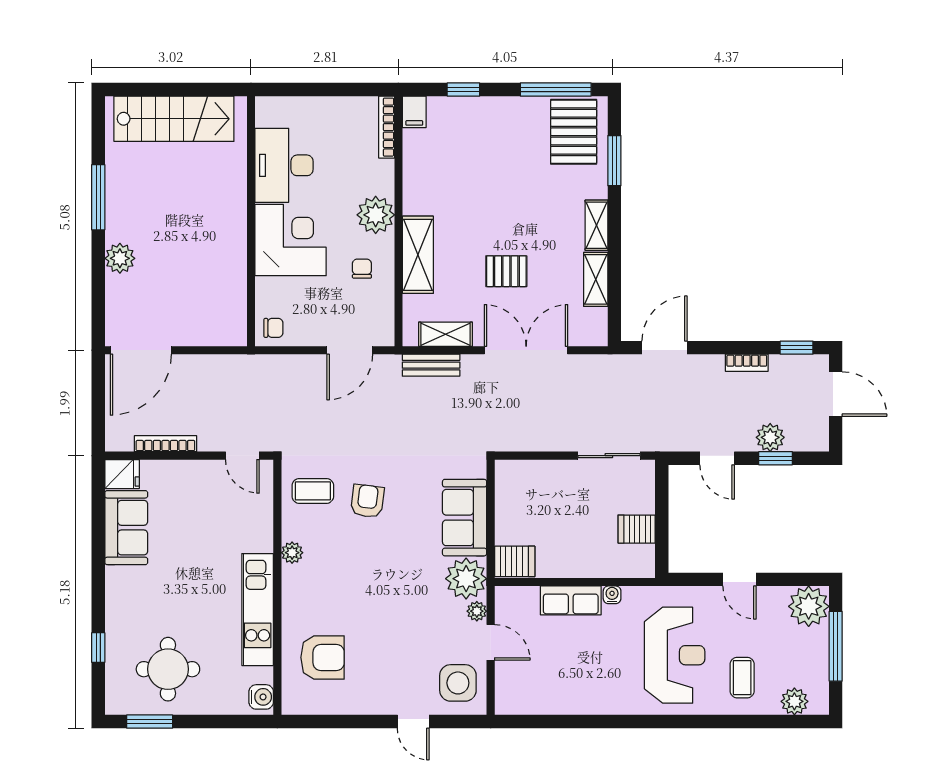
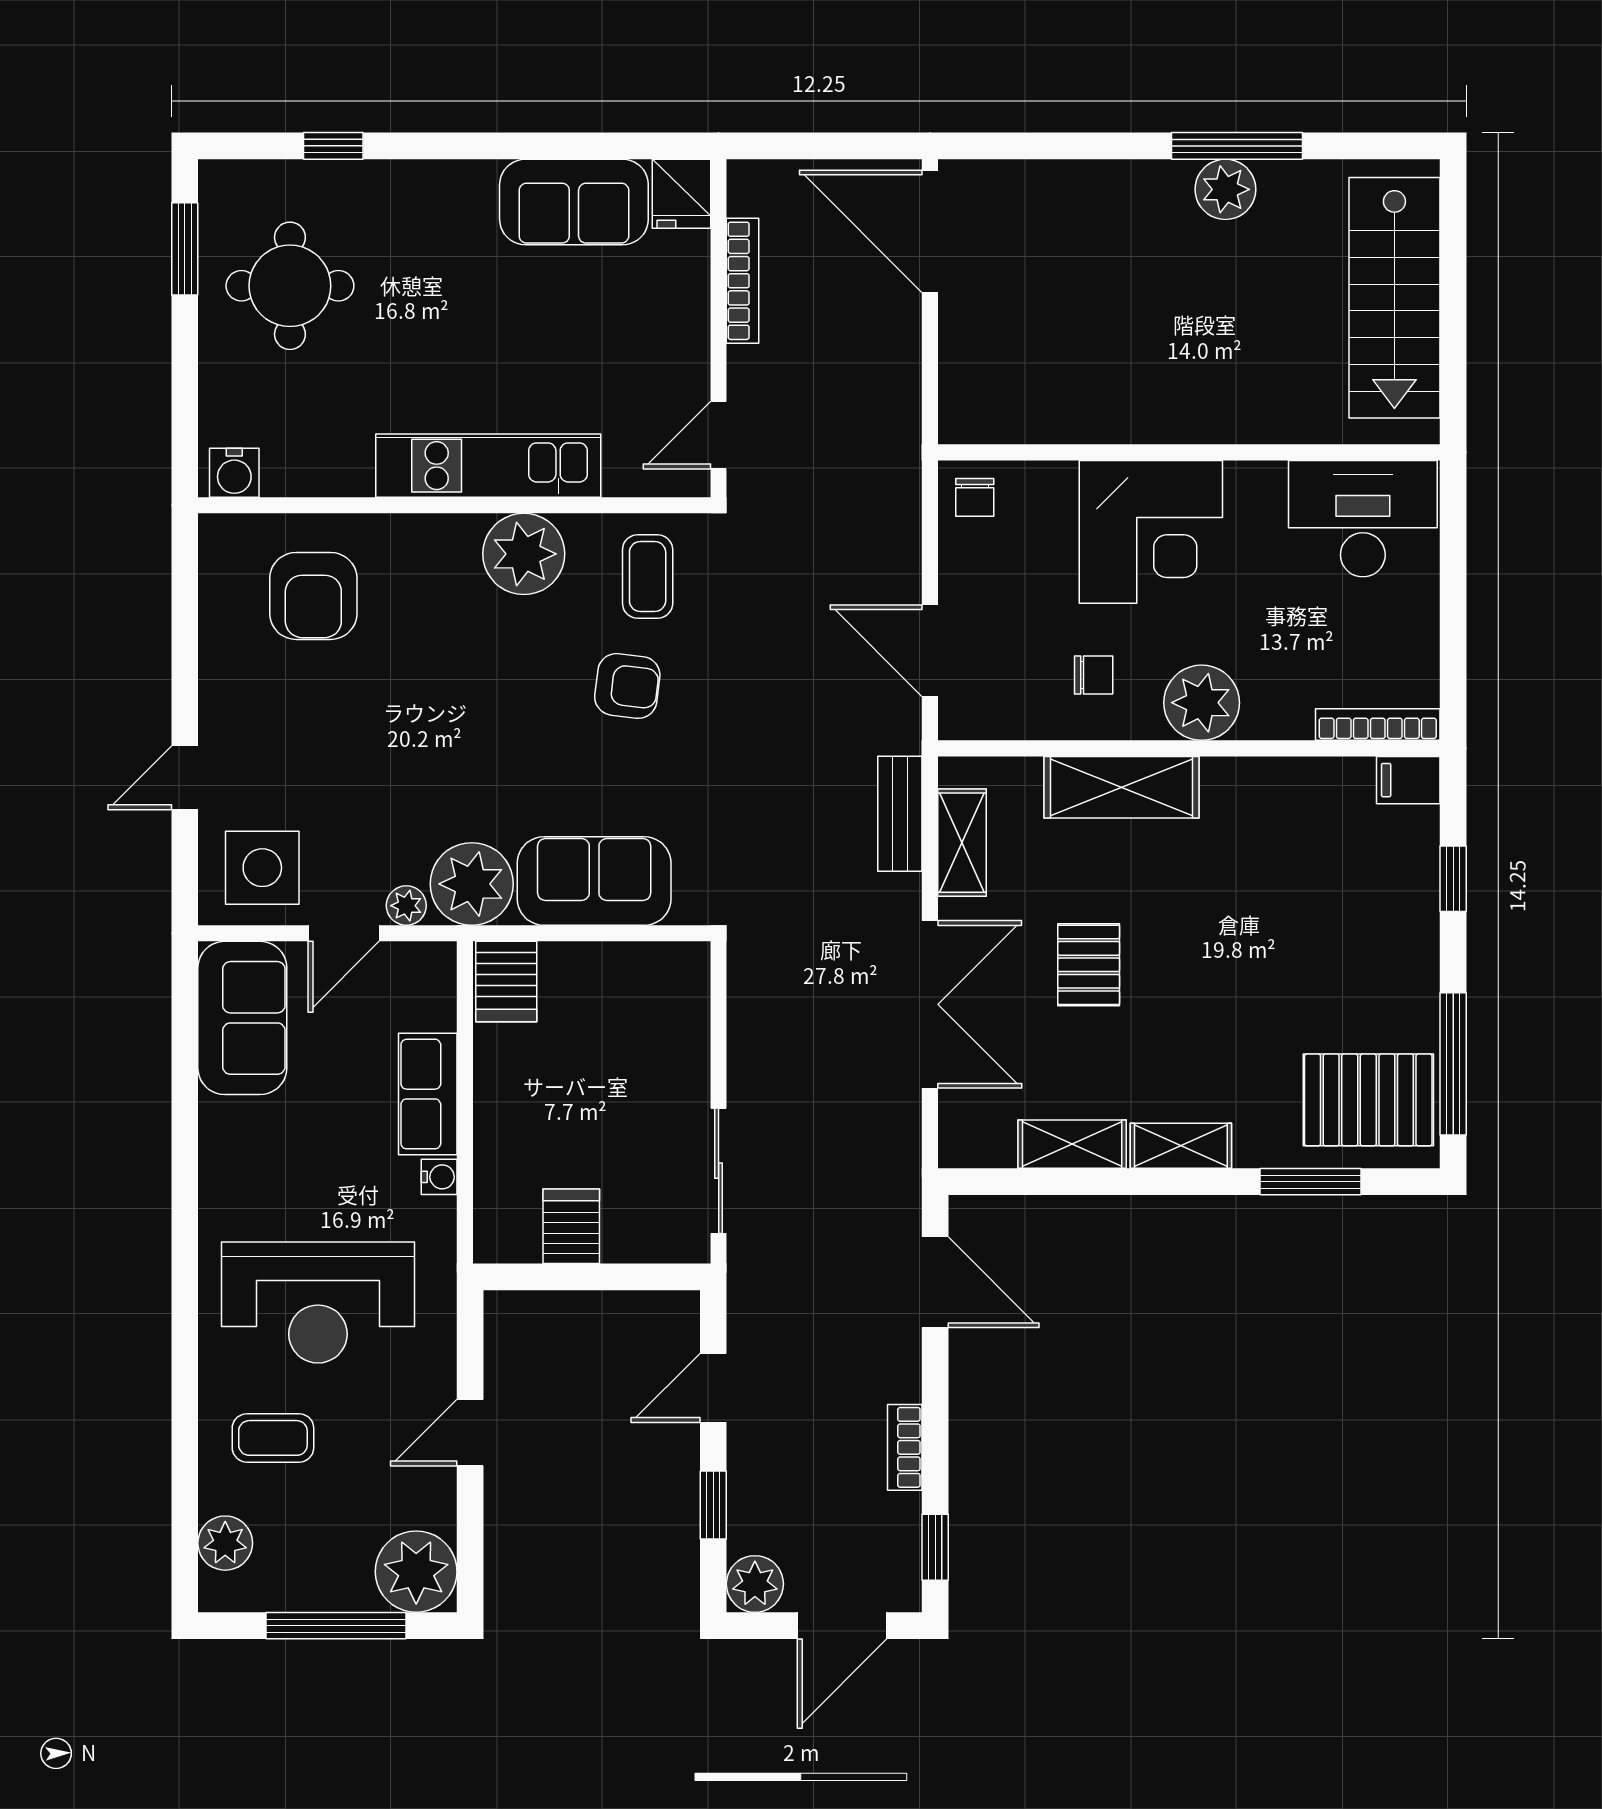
desk: (284, 165) -> (1363, 519), moved
plant: (120, 258) -> (1225, 189), moved
plant: (770, 437) -> (755, 1584), moved
plant: (292, 553) -> (524, 554), width x1.88, depth x1.88
kitchen unit: (258, 610) -> (488, 466), moved
sofa: (533, 693) -> (242, 1018), added

